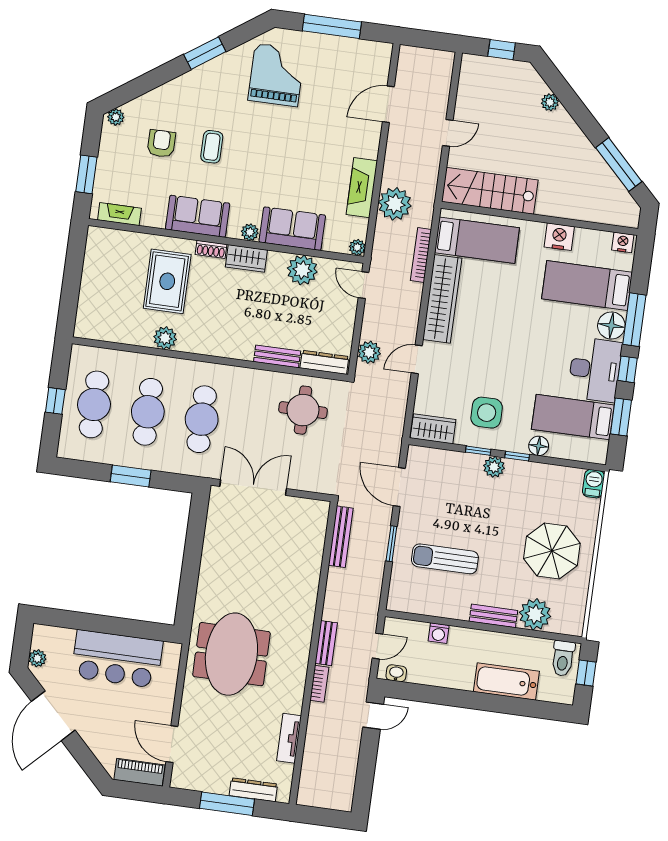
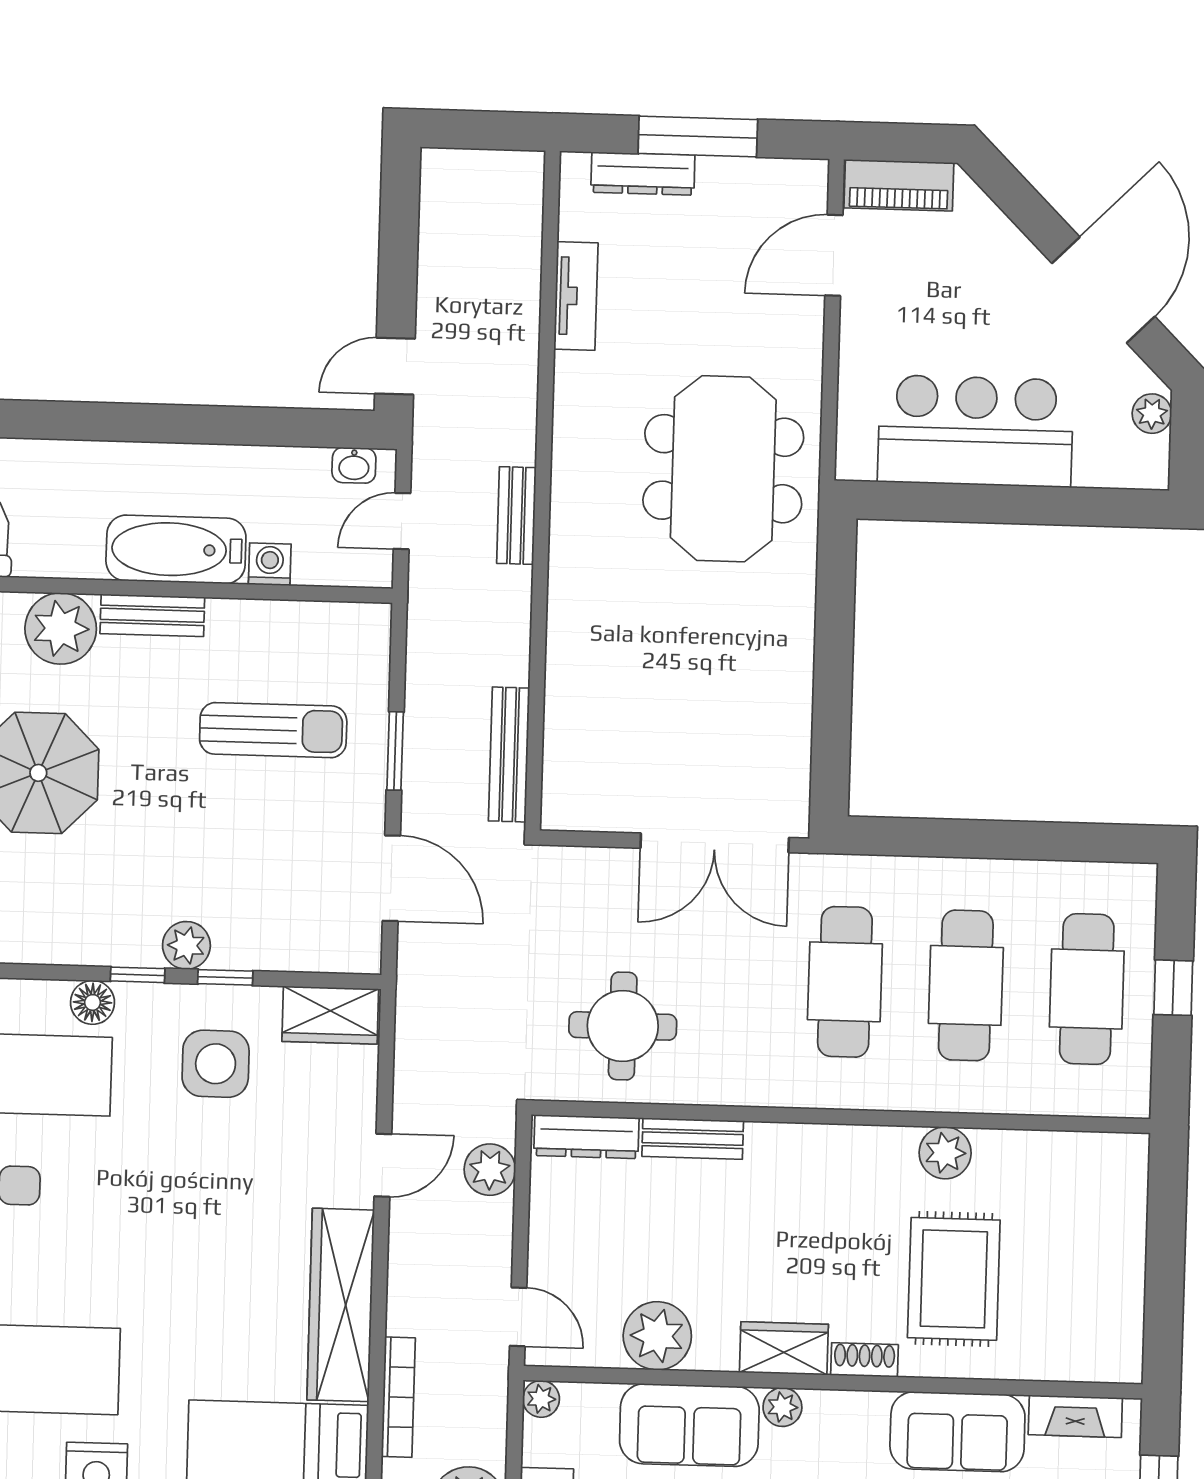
sofa: (198, 216) -> (957, 1432), moved
window: (131, 476) -> (989, 839), removed
bathtub: (506, 681) -> (176, 549), moved, turned 180
bookcase: (319, 684) -> (522, 424), removed
door: (172, 744) -> (834, 255), swing flipped

